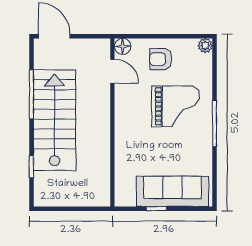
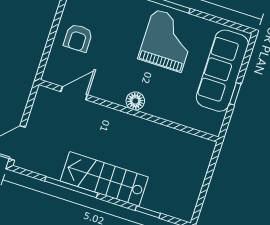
floor lamp: (123, 46) -> (135, 101), moved
grand piano: (176, 106) -> (167, 41), moved
stairs: (55, 120) -> (104, 179), width x0.73, depth x0.66

